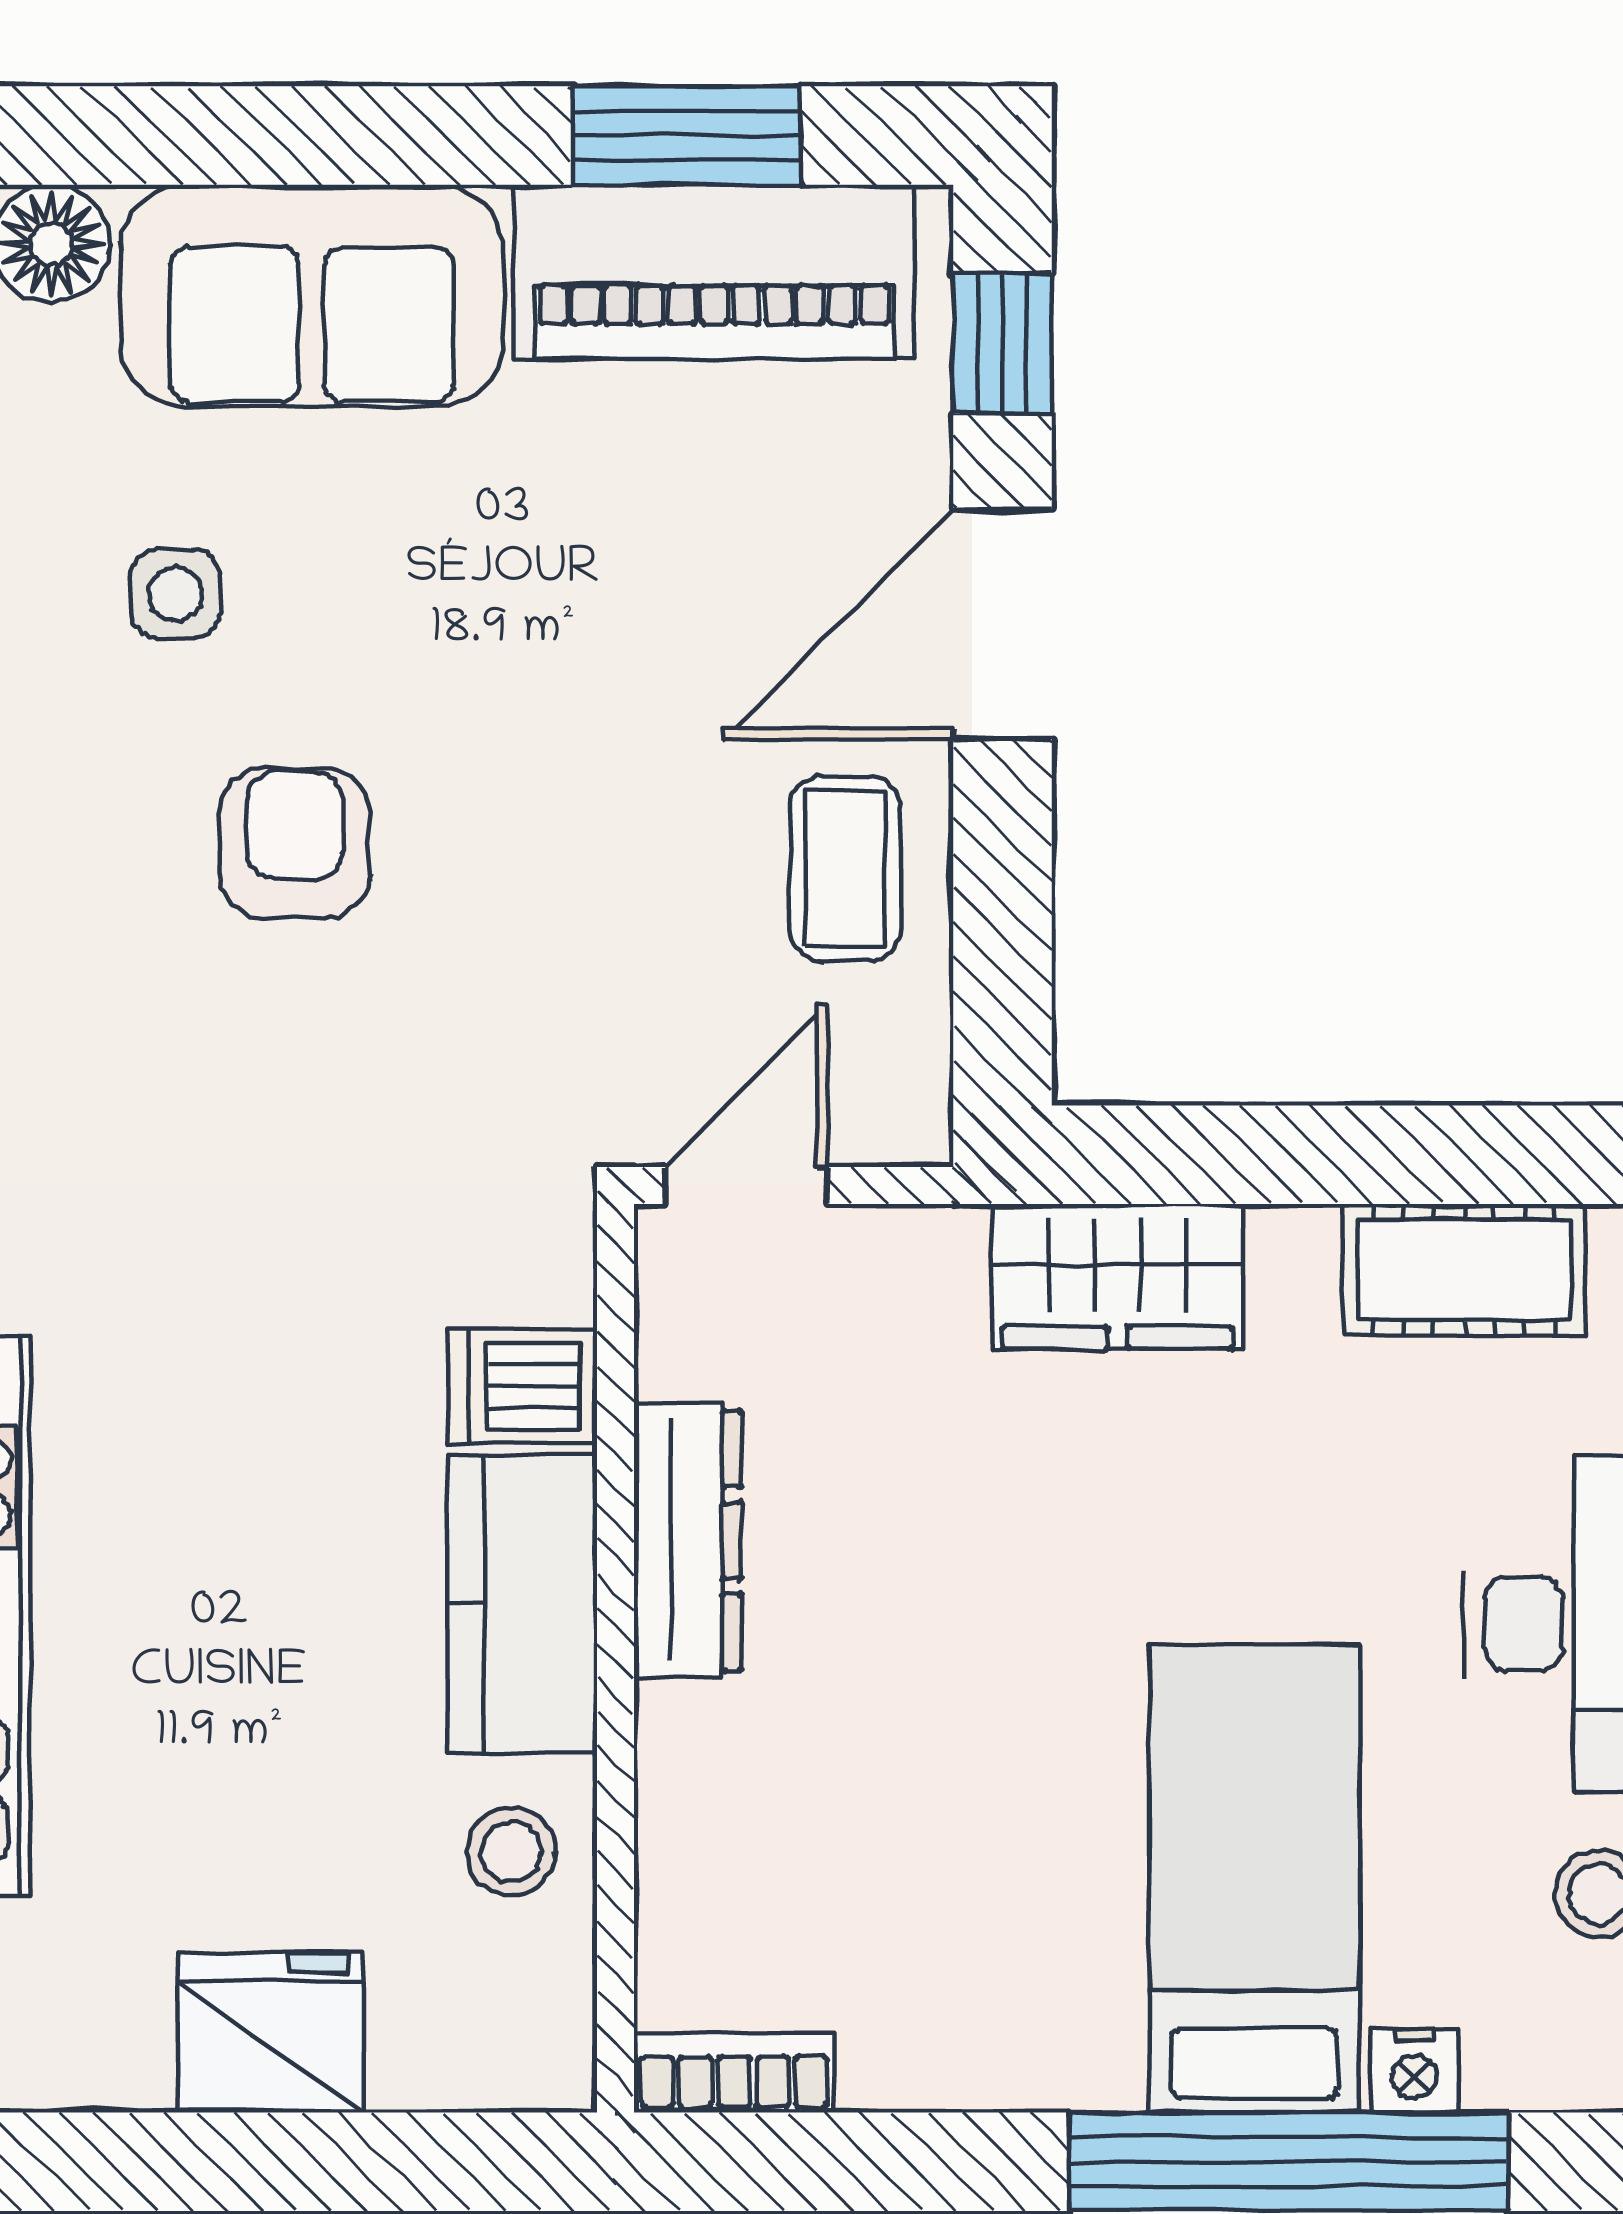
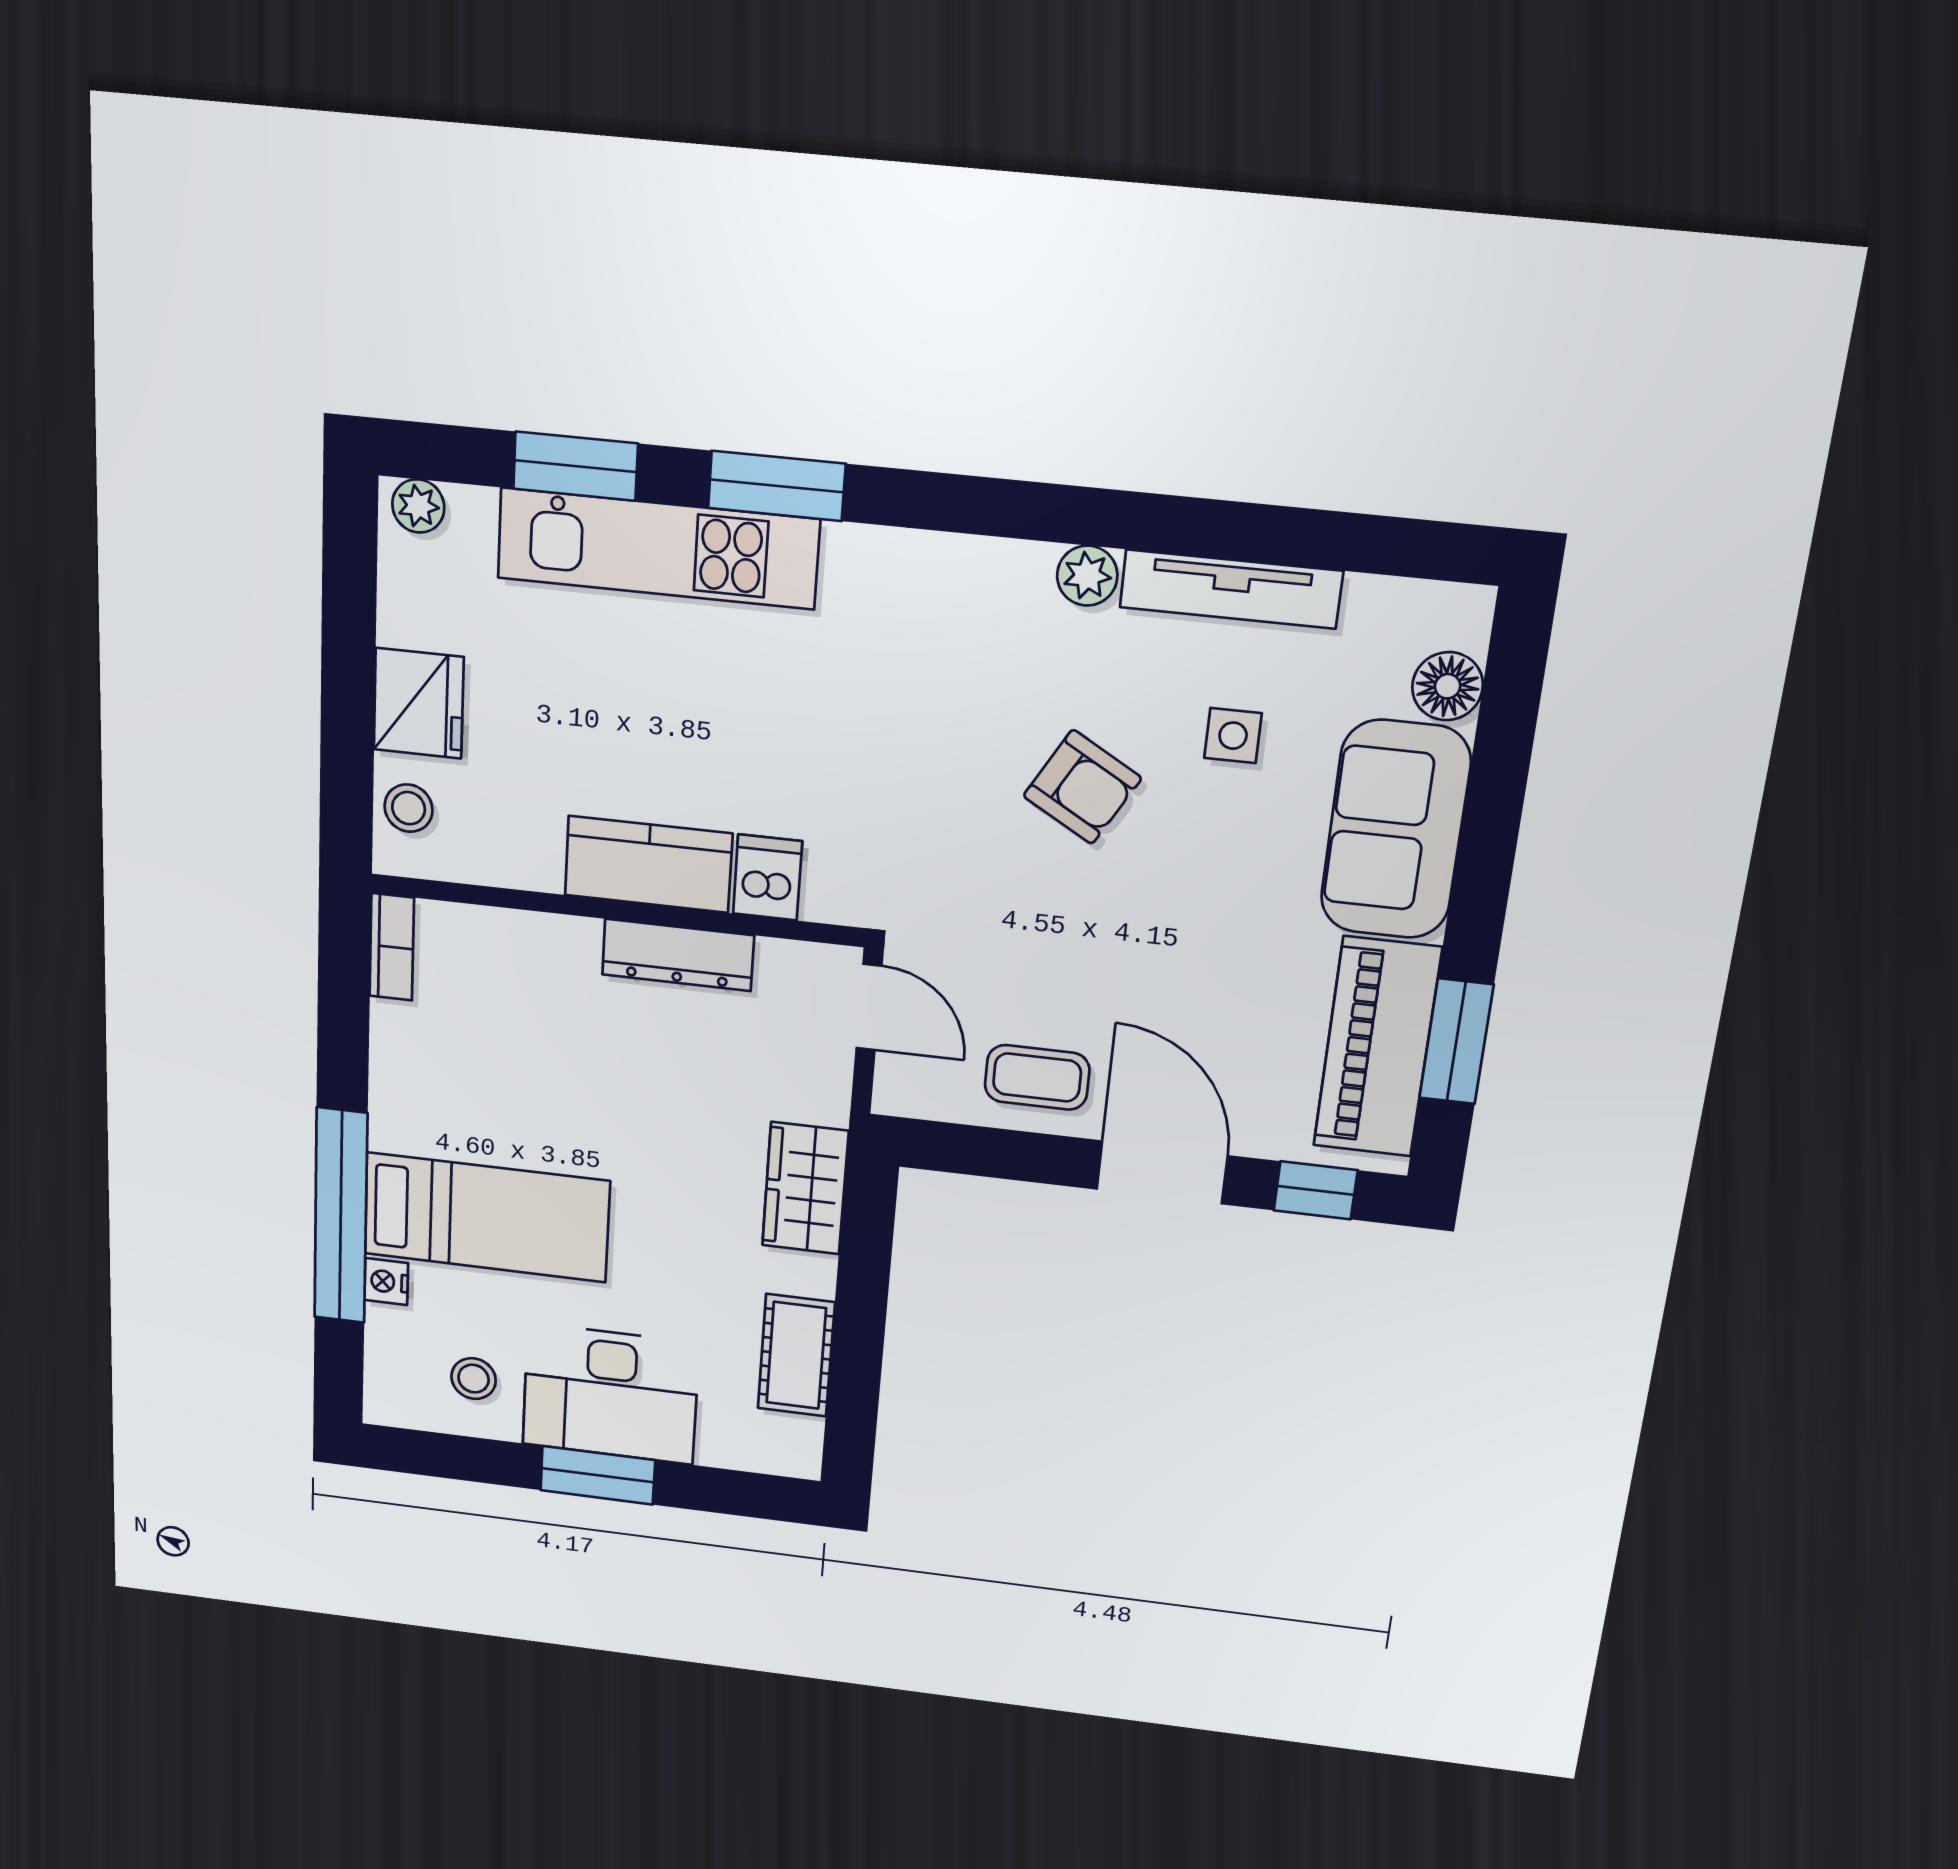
armchair: (295, 843) -> (1082, 787), turned 30
stool: (512, 1852) -> (409, 808), moved

